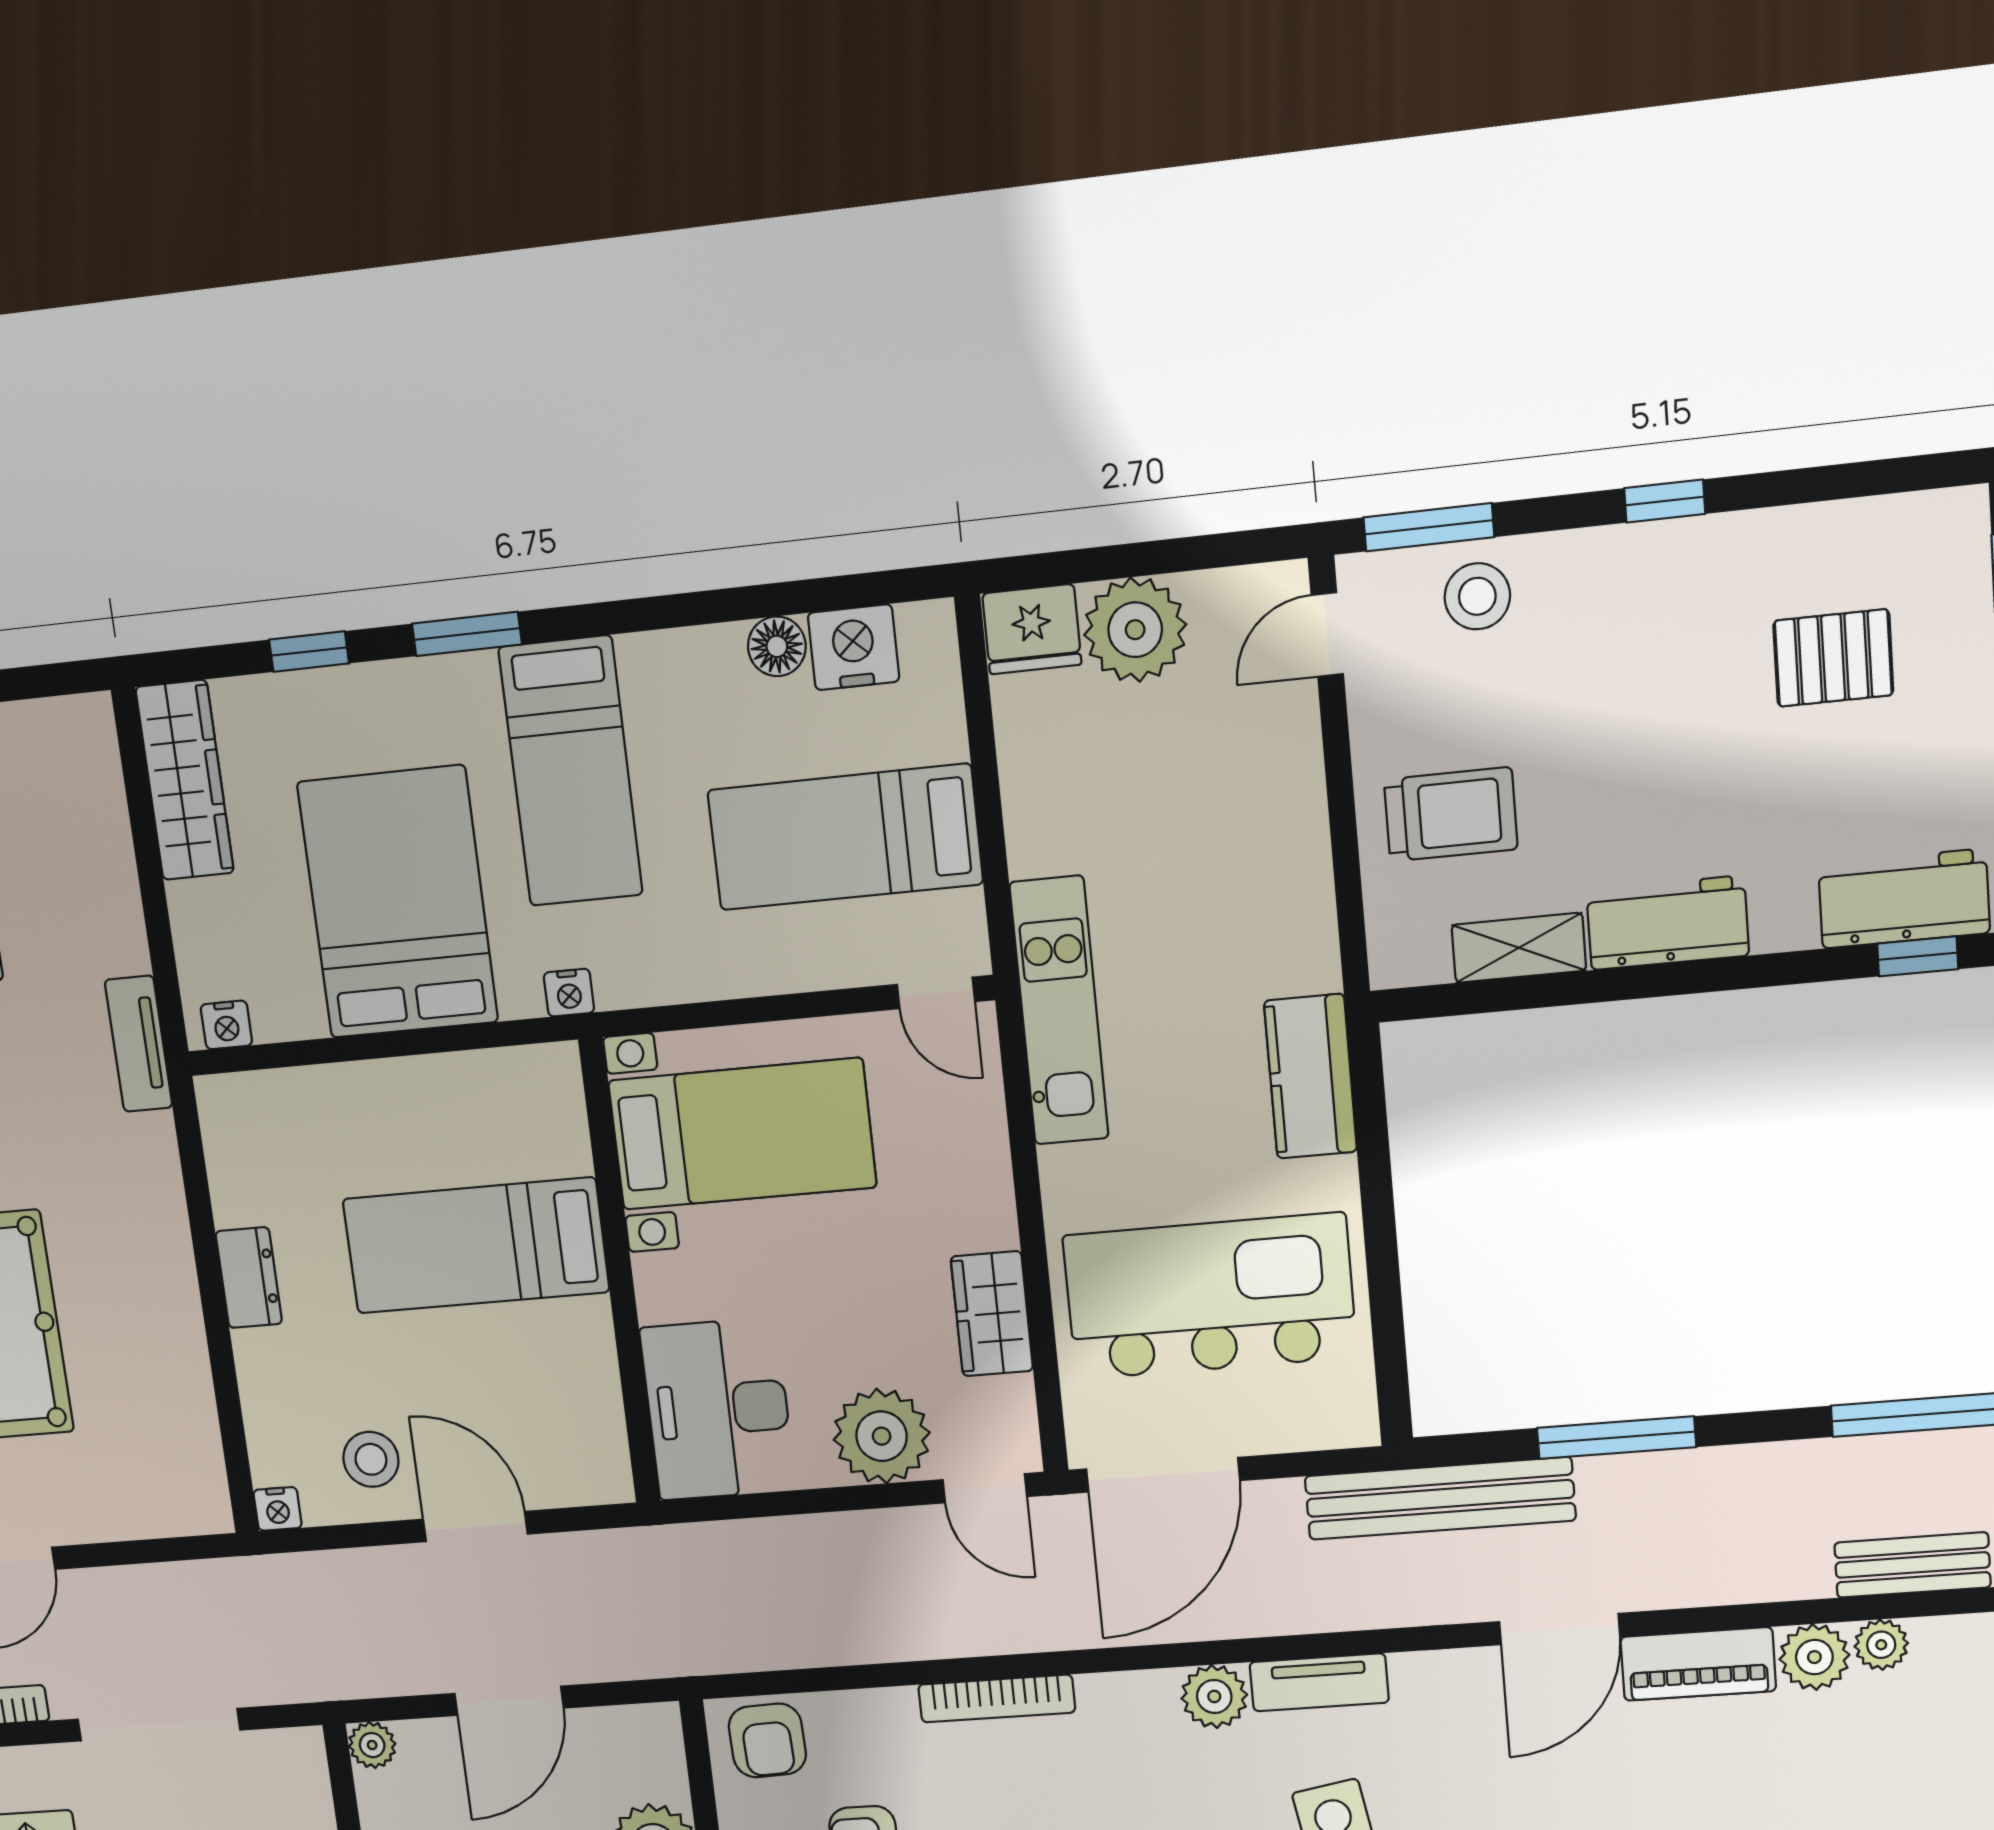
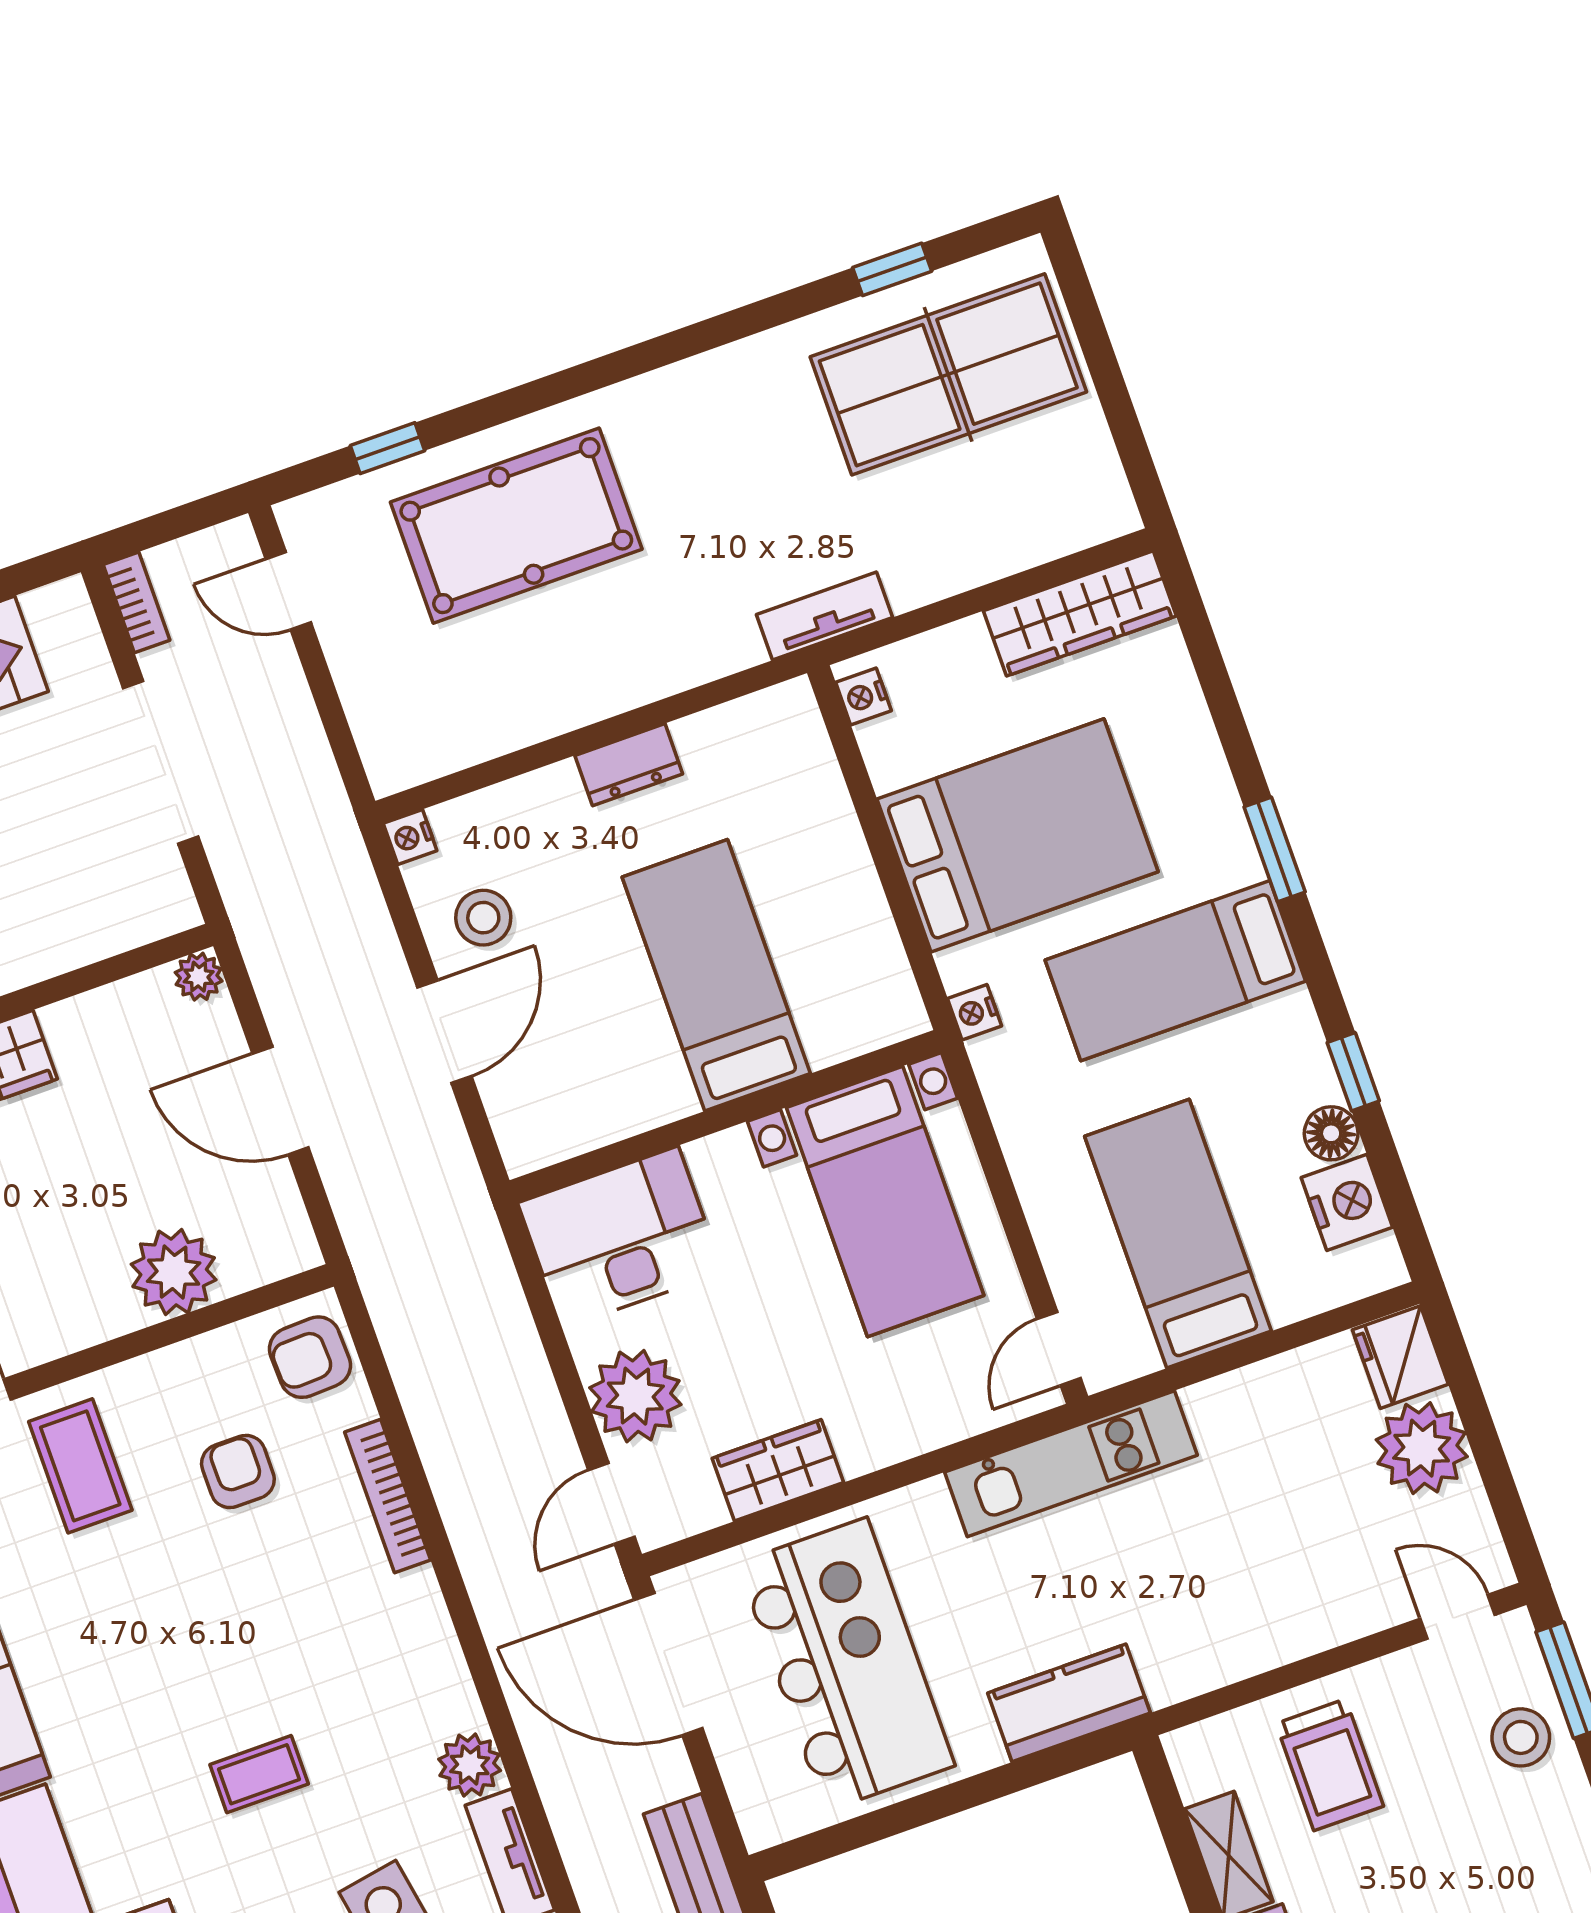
window: (309, 651) -> (1353, 1072), moved
bookcase: (997, 1698) -> (388, 1496), moved

